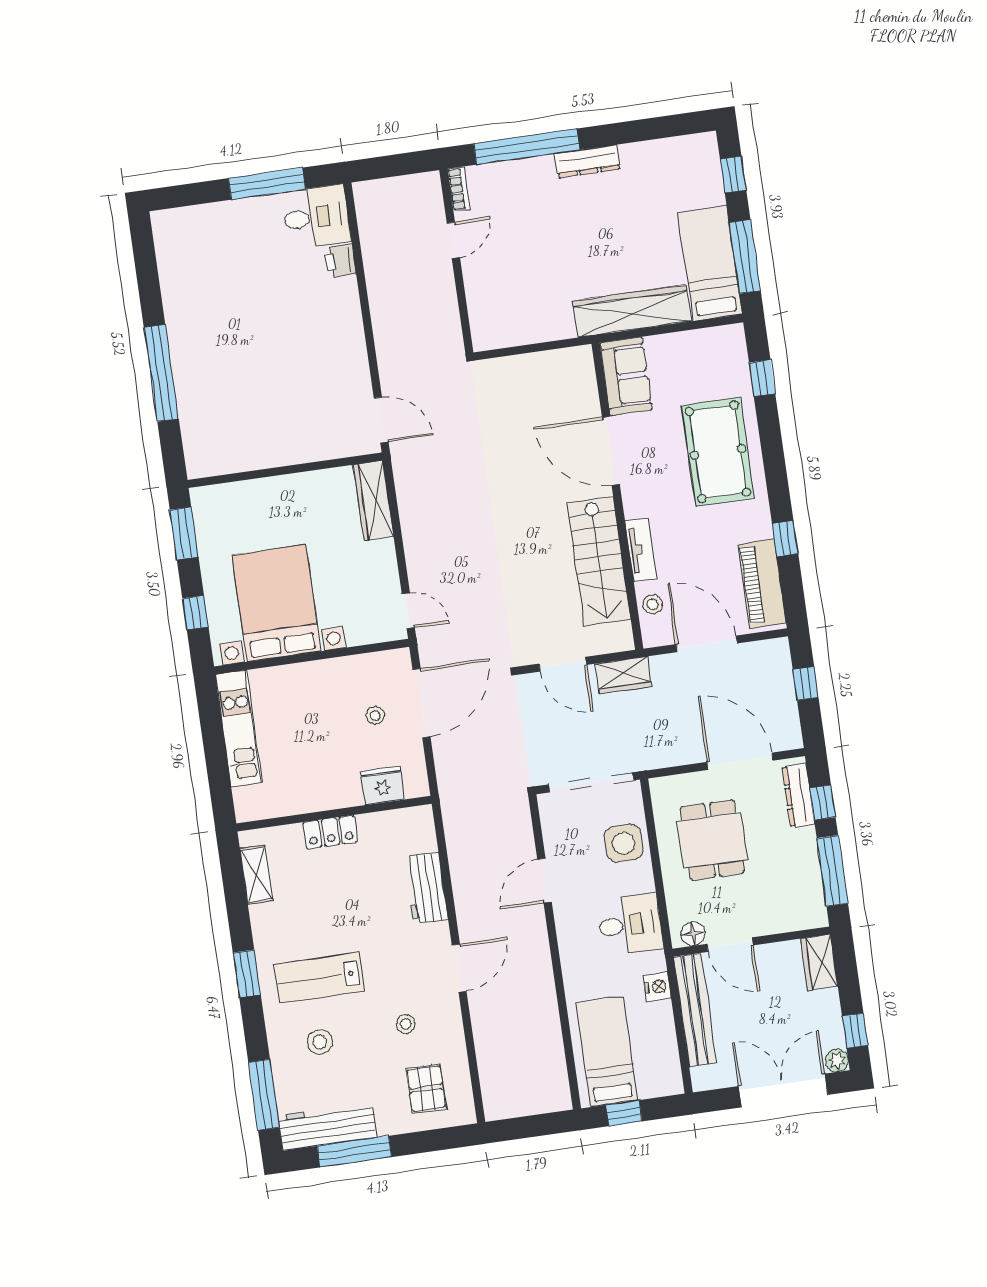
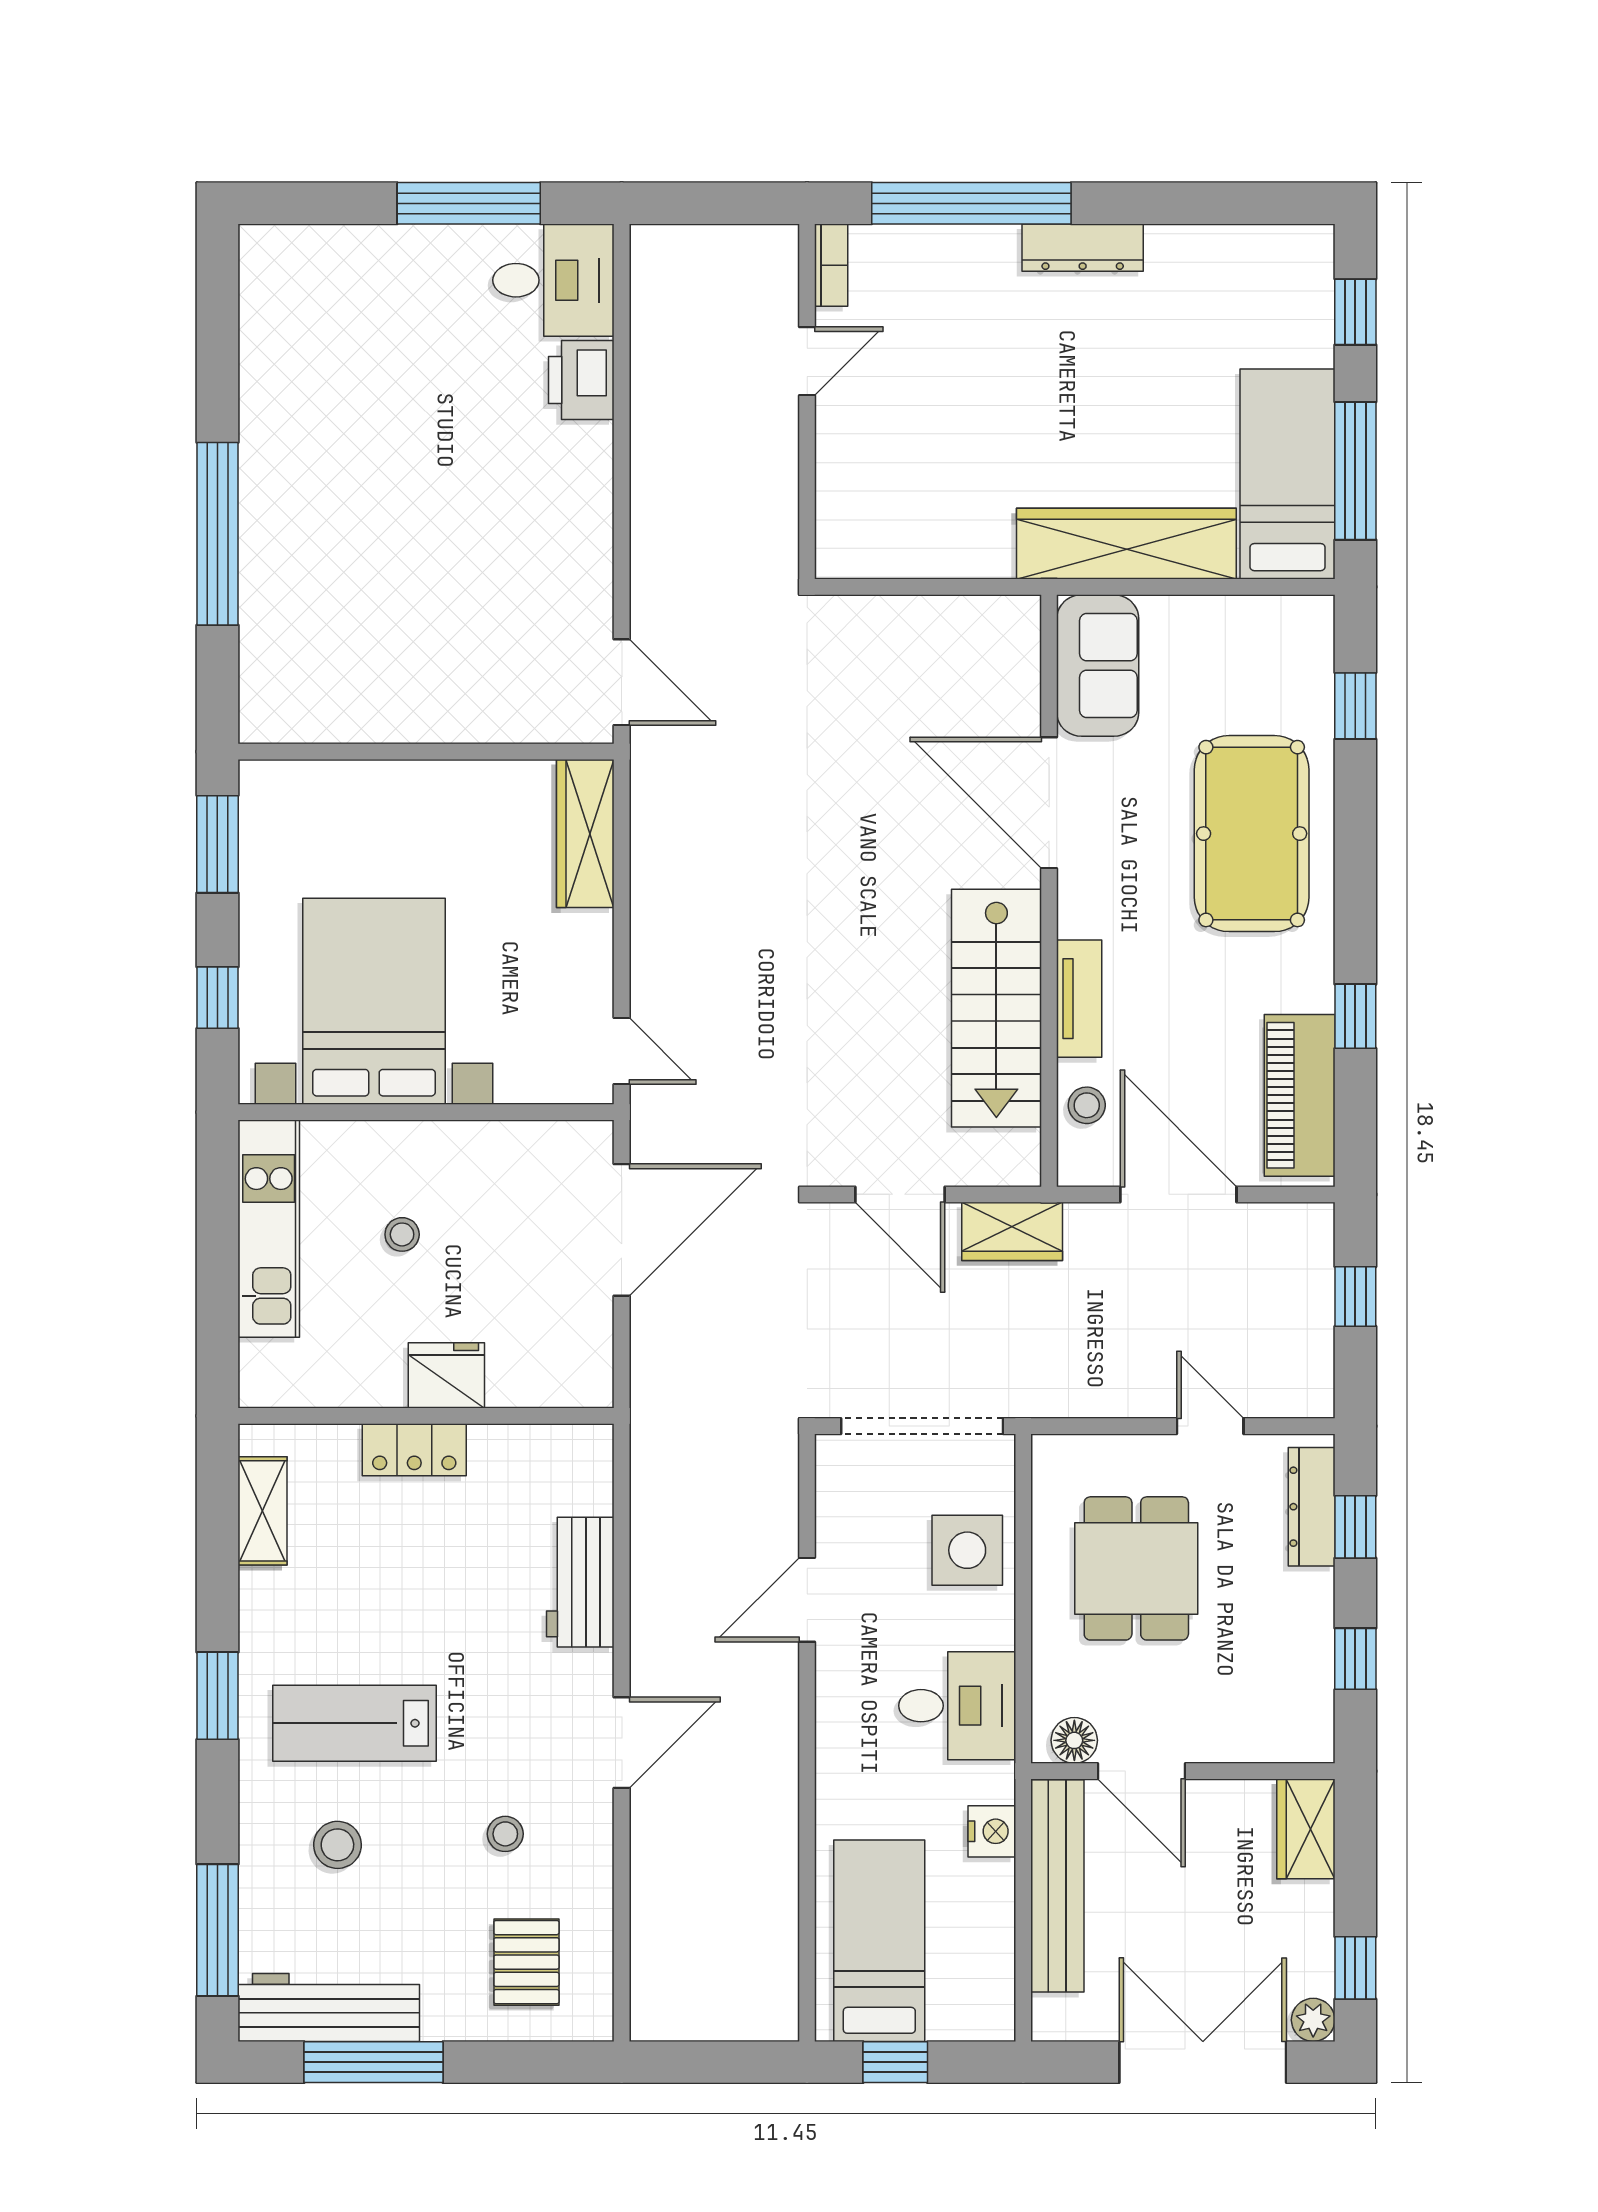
printer: (340, 261) -> (581, 380), width x1.36, depth x1.24
stool: (375, 715) -> (402, 1234), moved
door: (740, 761) -> (1210, 1426), width x0.53
fridge: (382, 785) -> (446, 1375), moved
window: (832, 871) -> (1355, 1659), width x0.46

